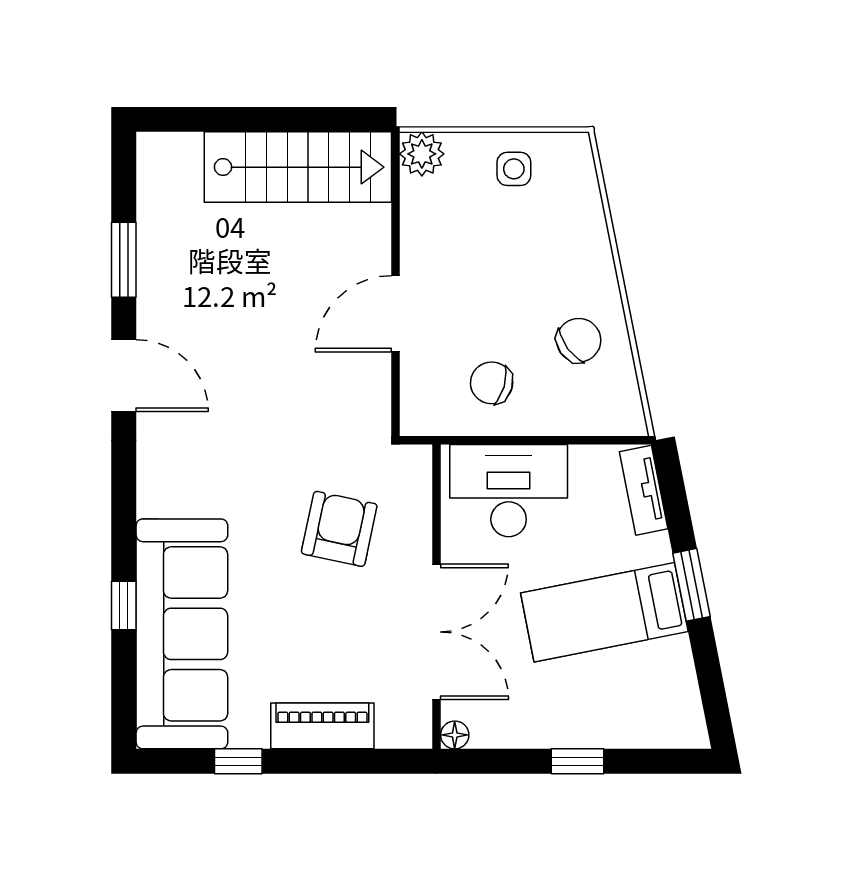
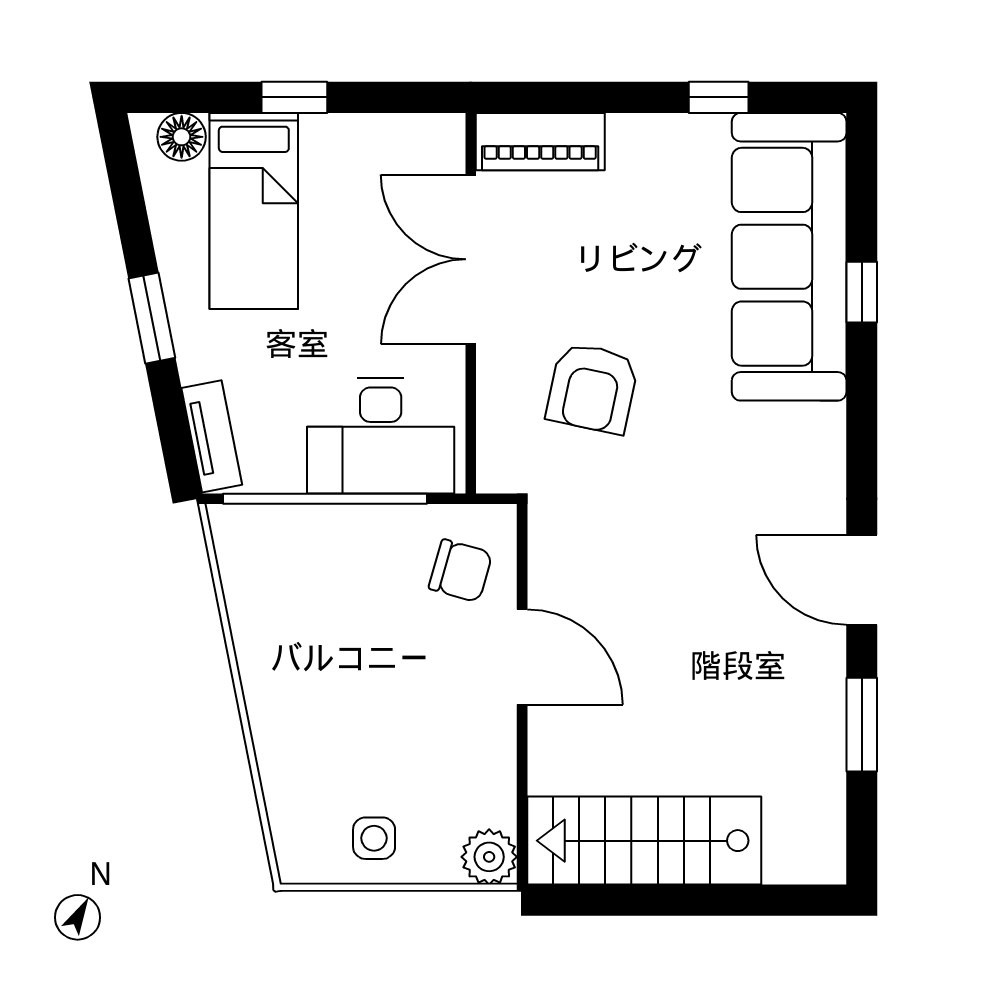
door: (395, 314) -> (522, 657), hinge flipped
chair: (579, 340) -> (293, 624), removed
chair: (492, 383) -> (460, 571), moved
window: (553, 440) -> (325, 499), added
bed: (604, 612) -> (254, 211), moved, turned 101
piano: (322, 726) -> (540, 142), moved
floor lamp: (455, 735) -> (182, 137), moved, width x1.37, depth x1.37

